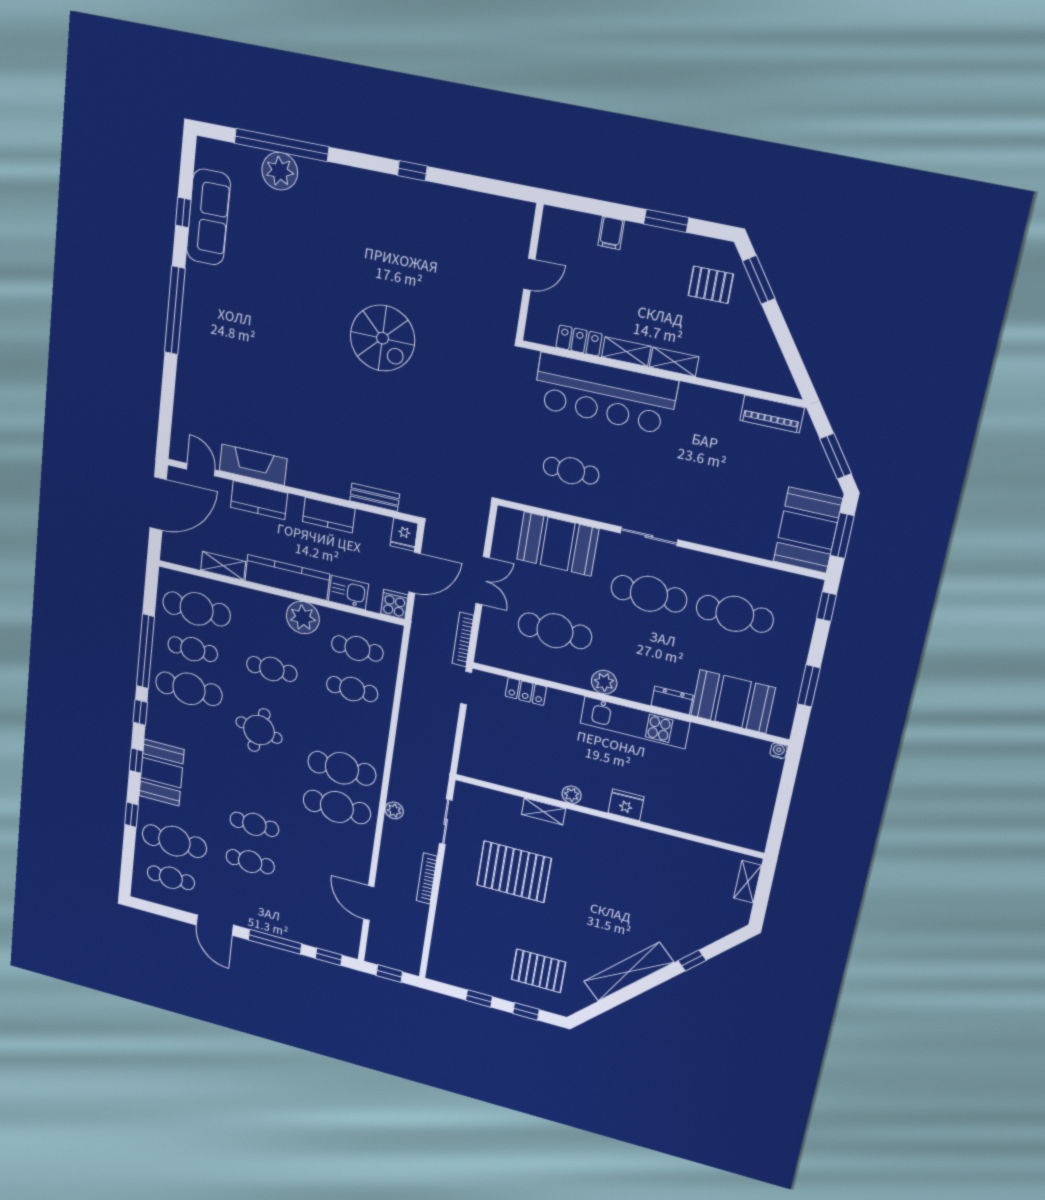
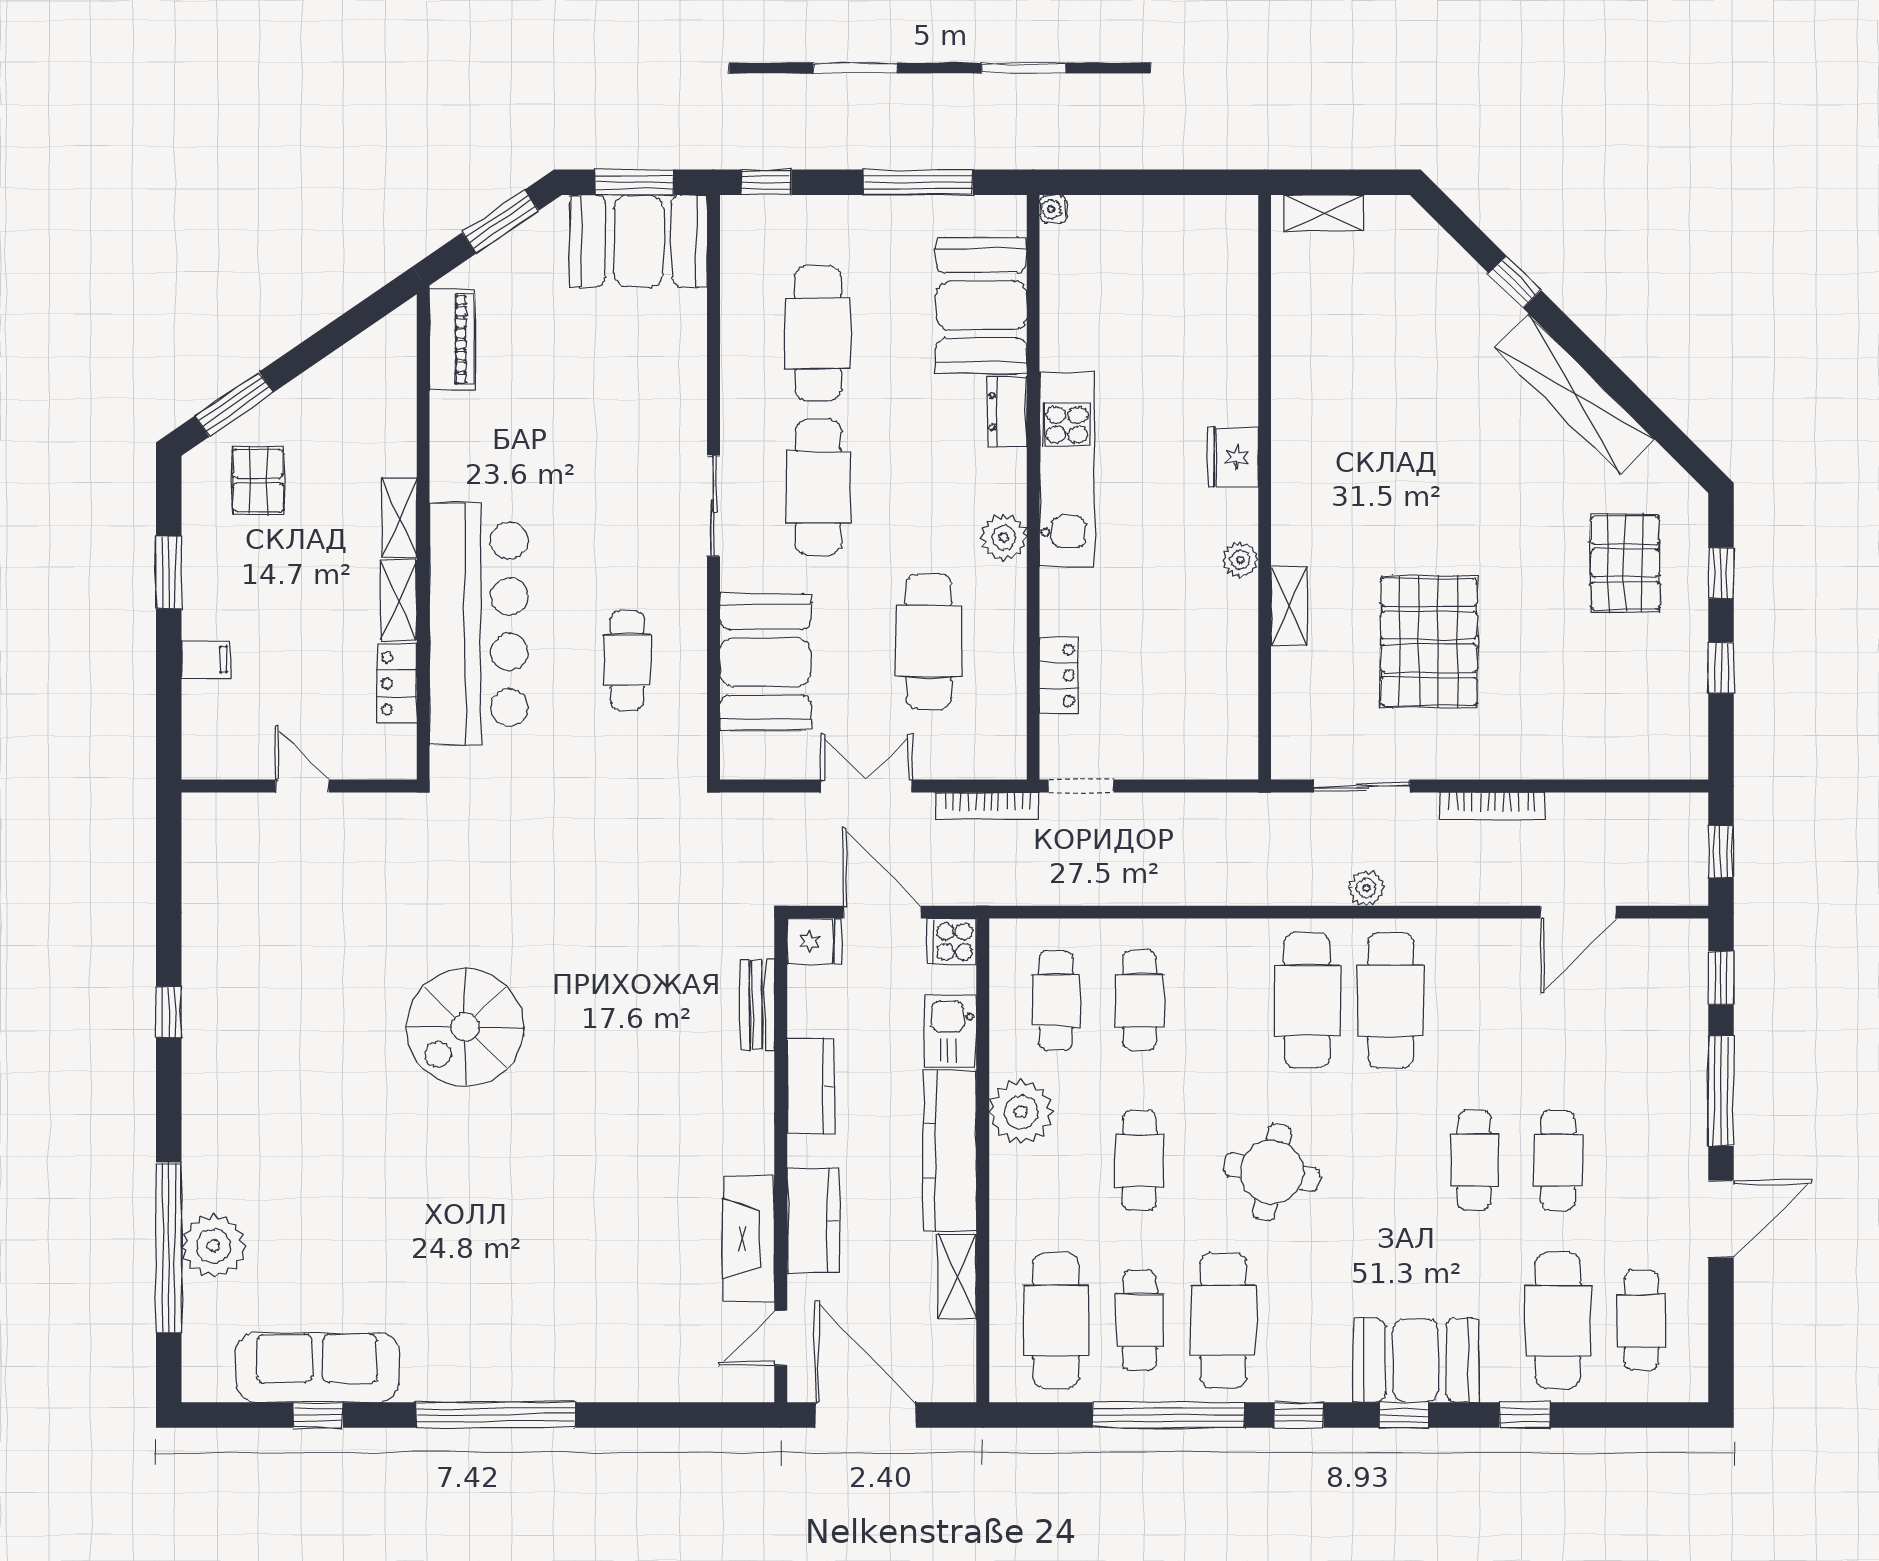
spiral stairs: (382, 338) -> (465, 1027), turned 180
window: (809, 686) -> (918, 182), width x1.44

